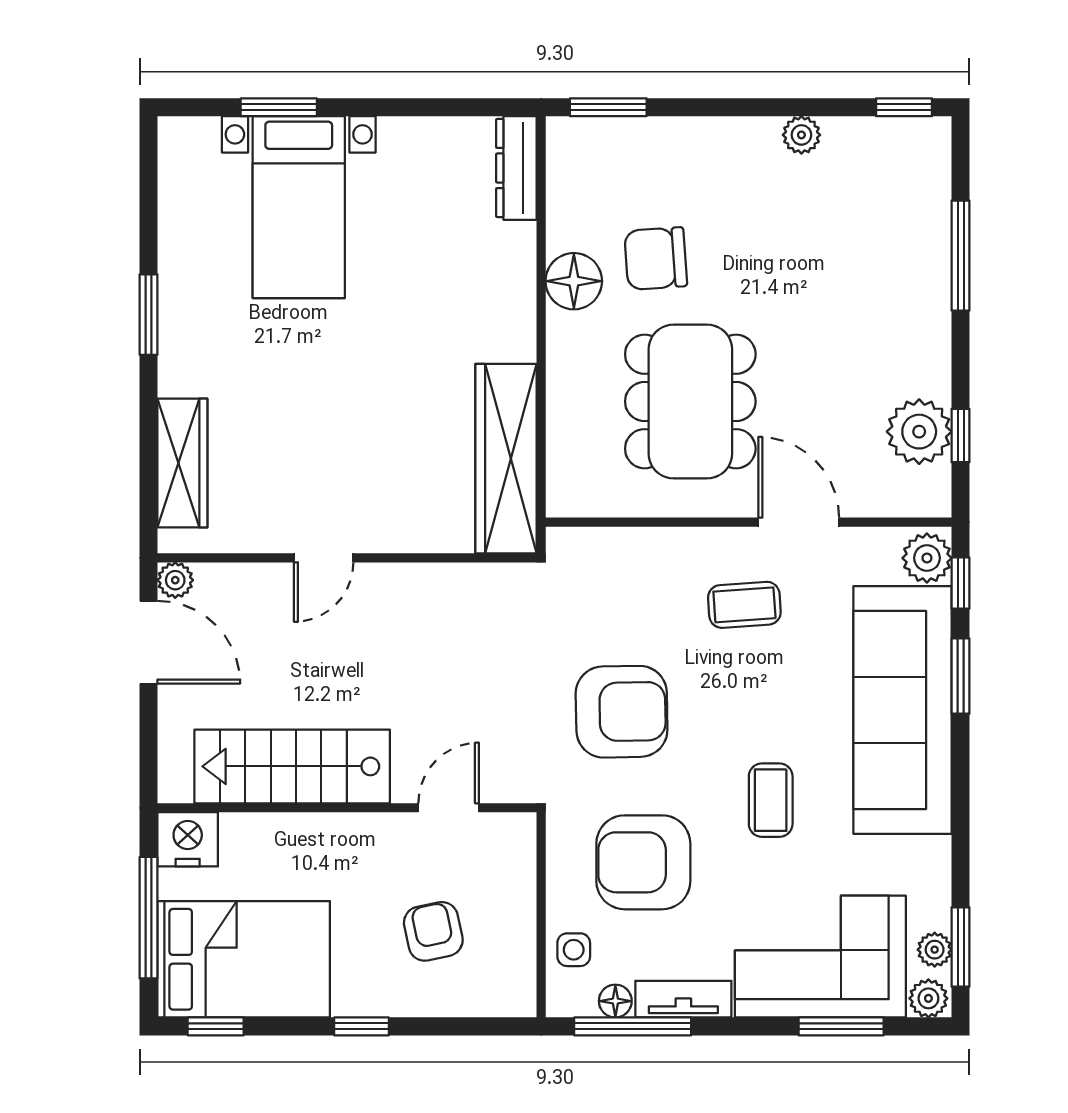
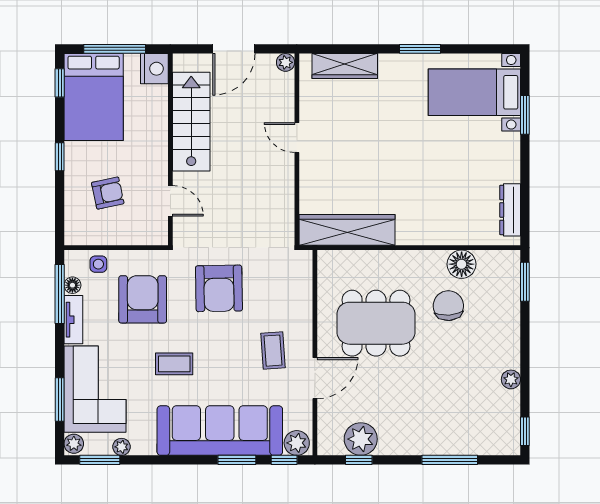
dresser: (516, 168) -> (510, 210), moved, turned -90
bed with nightstands: (299, 207) -> (474, 92), moved
floor lamp: (574, 281) -> (462, 264), moved
door: (149, 642) -> (234, 49), moved
plant: (935, 950) -> (121, 447), moved

